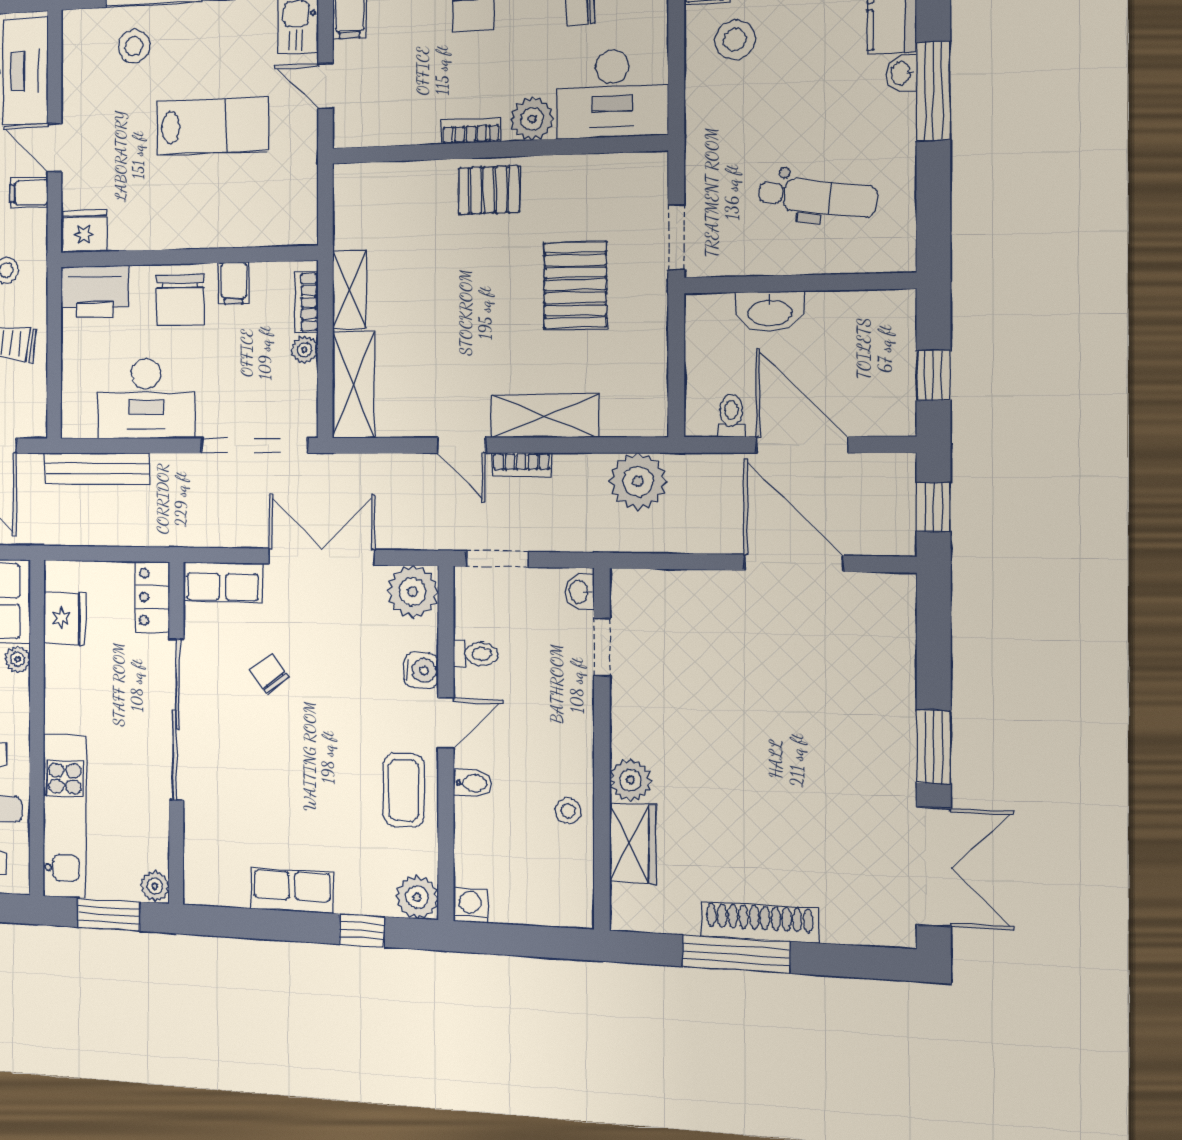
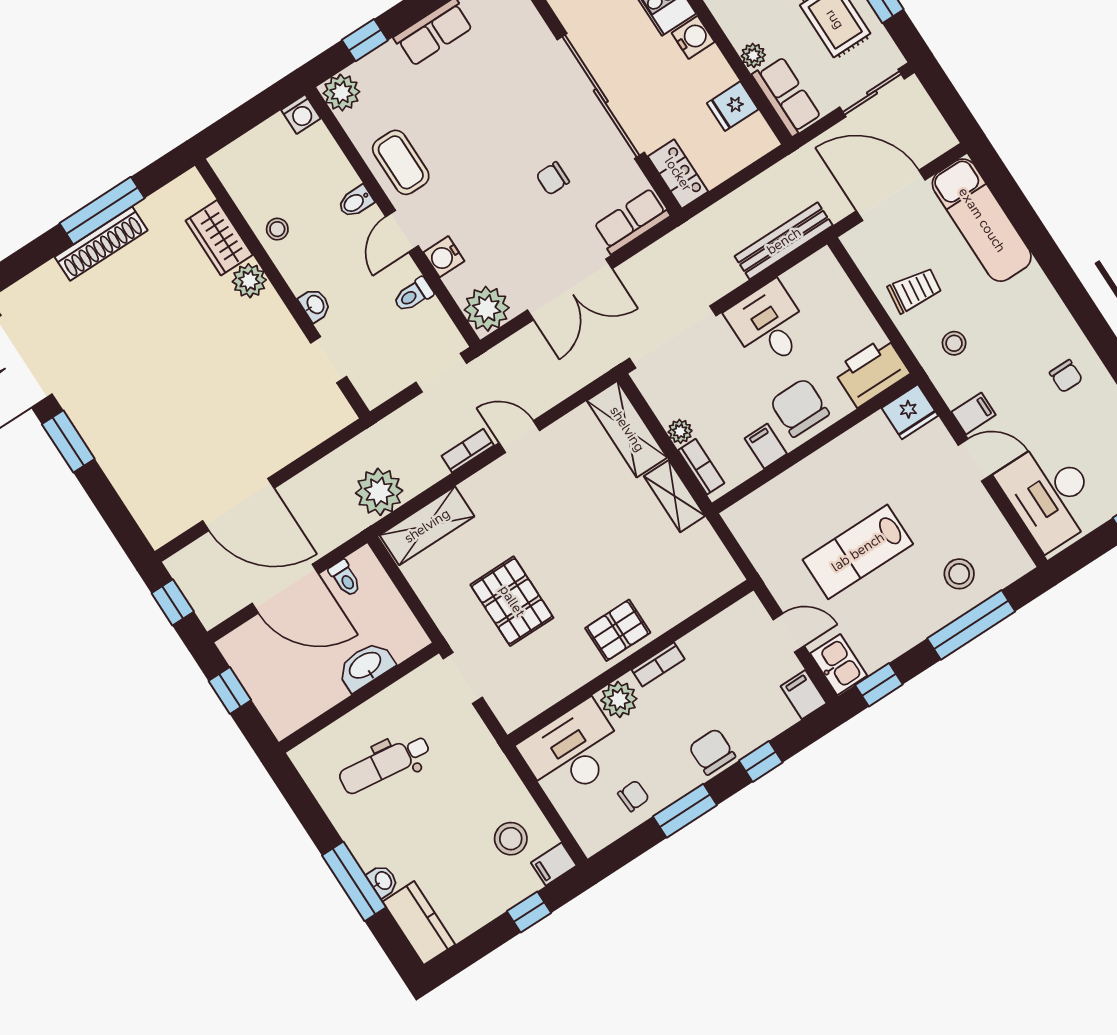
desk: (146, 398) -> (769, 325), width x0.73
shelving: (545, 416) -> (427, 526), moved
washbasin: (580, 592) -> (315, 305), moved
fridge: (65, 618) -> (733, 106), width x0.72
chair: (270, 674) -> (553, 178), turned 127
water cooler: (60, 714) -> (693, 37), added

